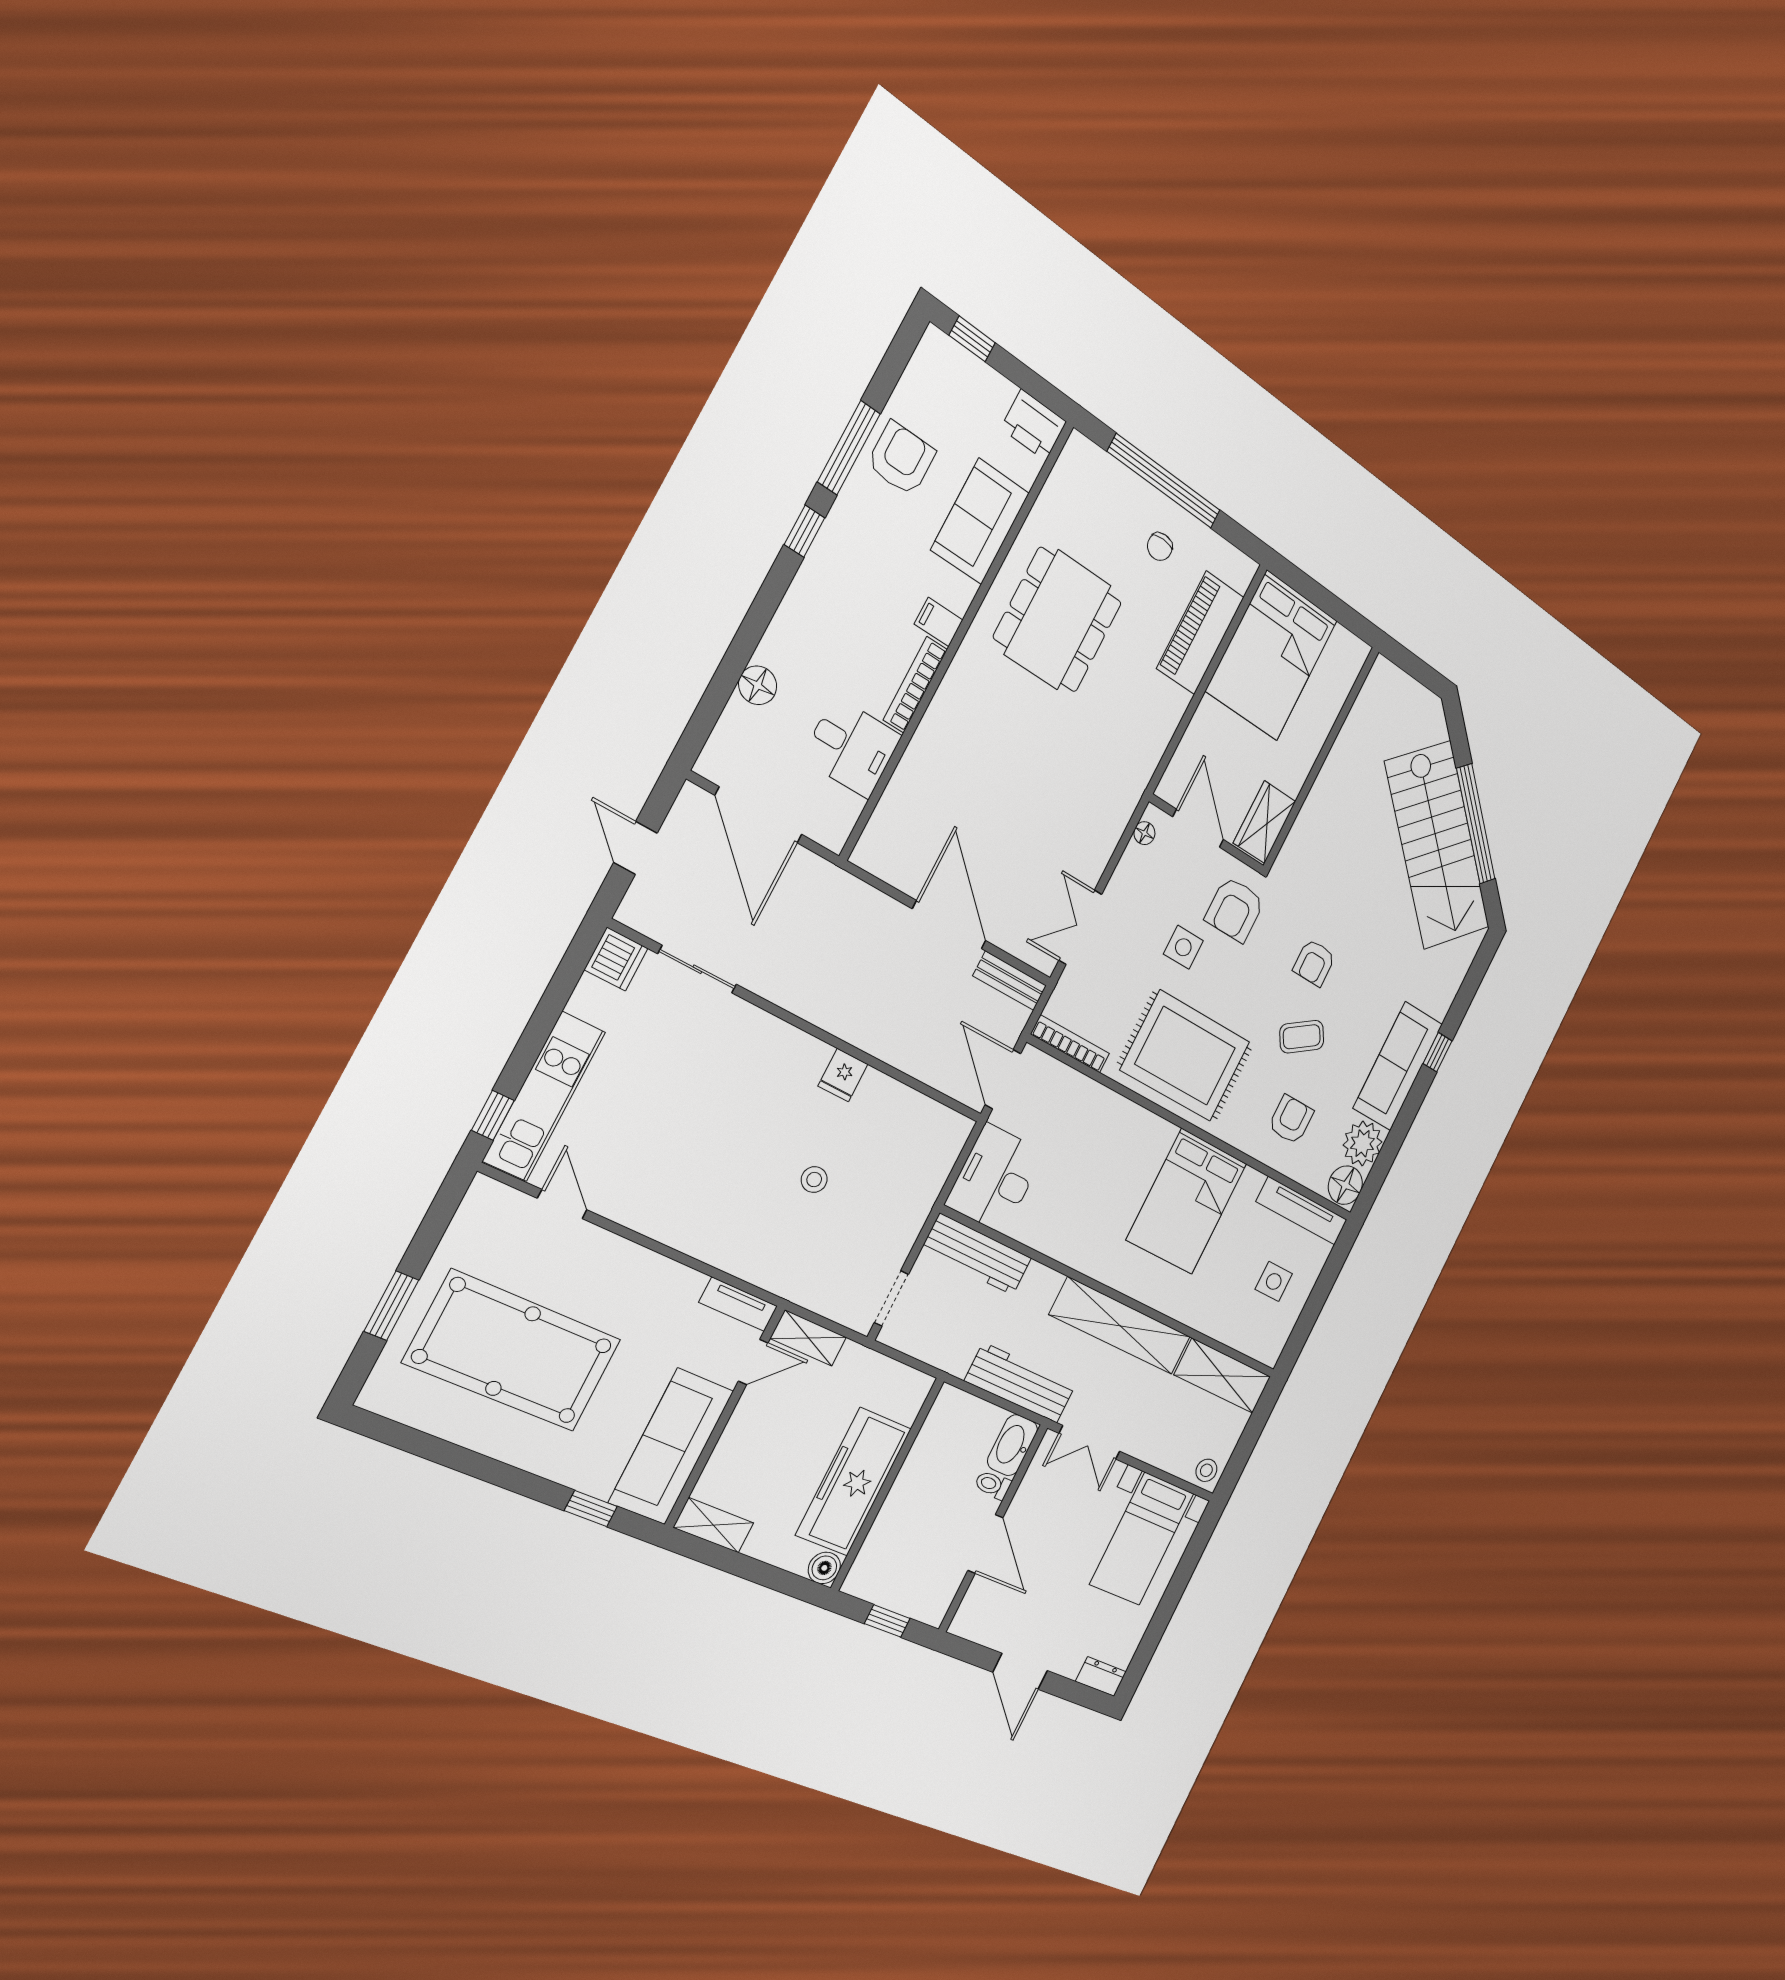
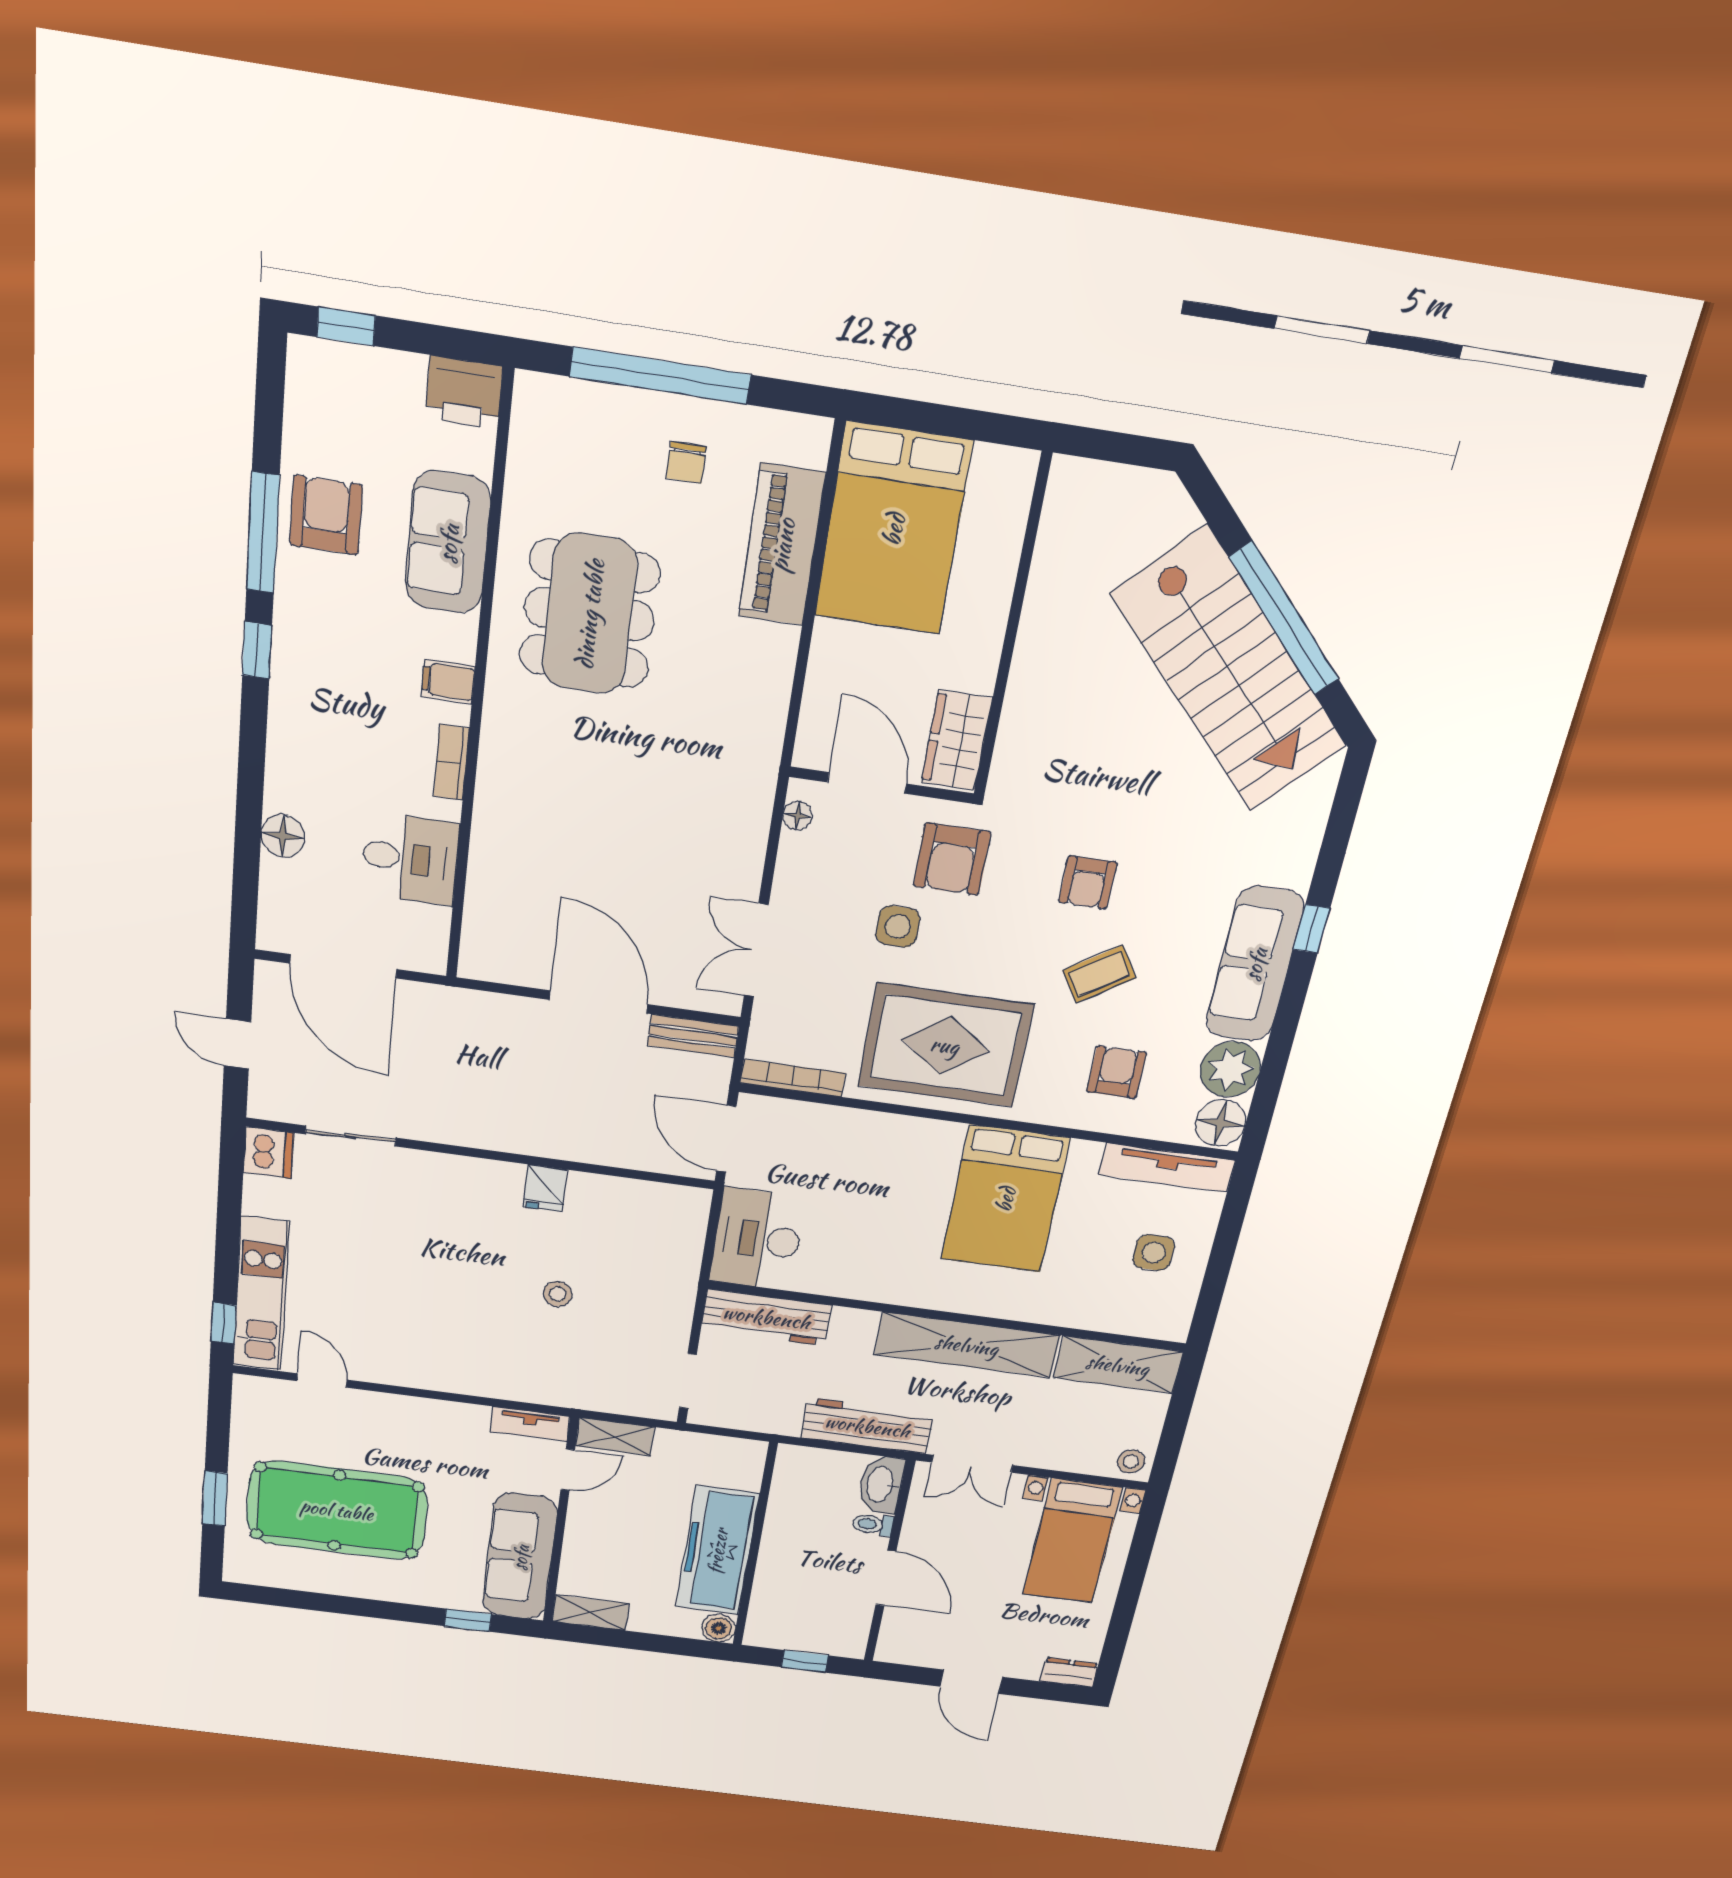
bookcase: (915, 685) -> (451, 762), width x0.64

